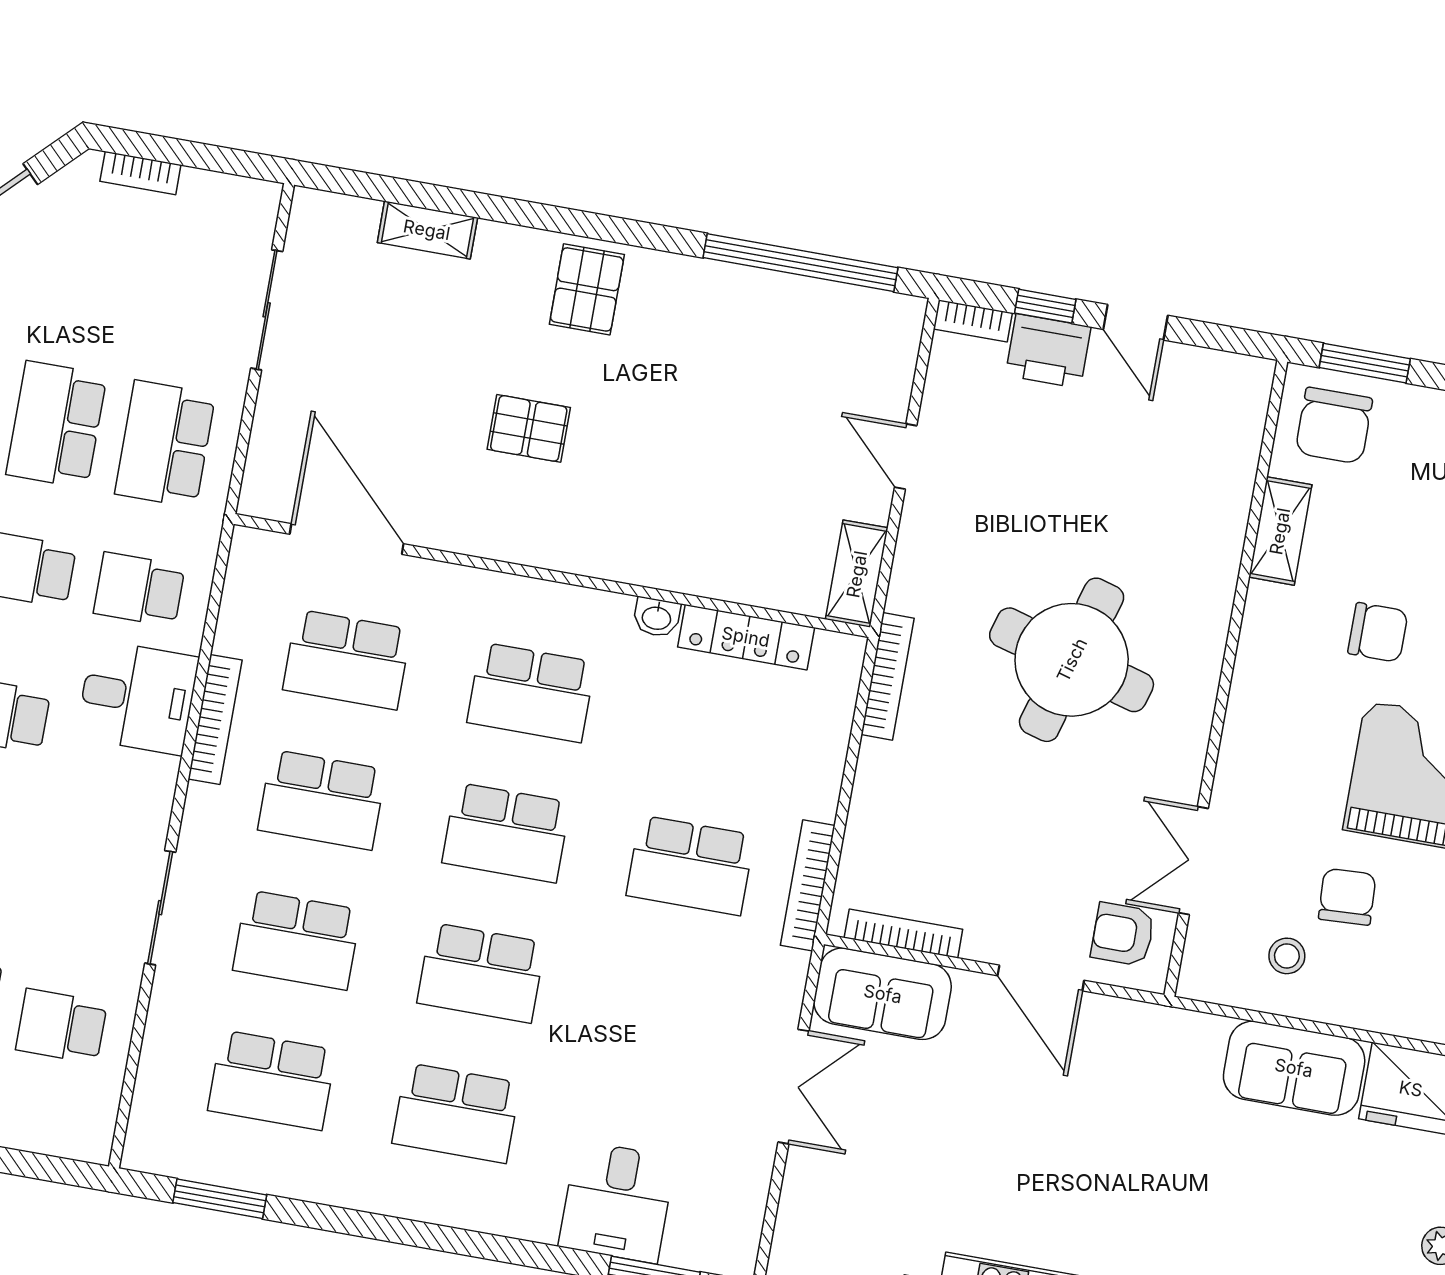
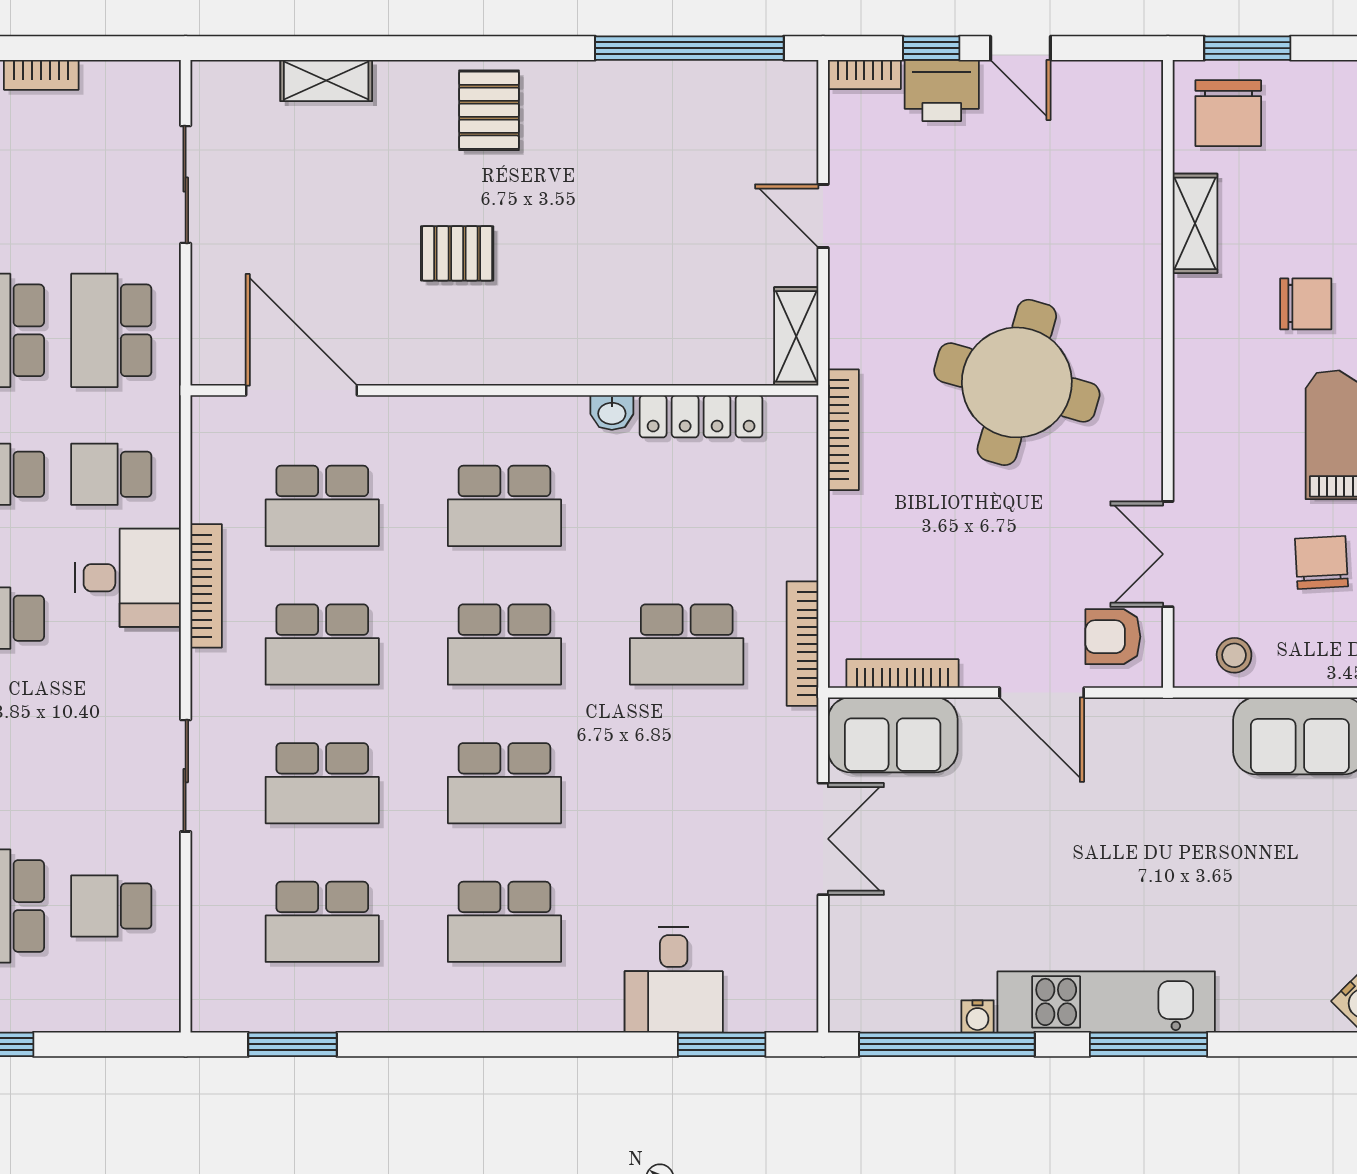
stool: (1287, 956) -> (1234, 655), moved

